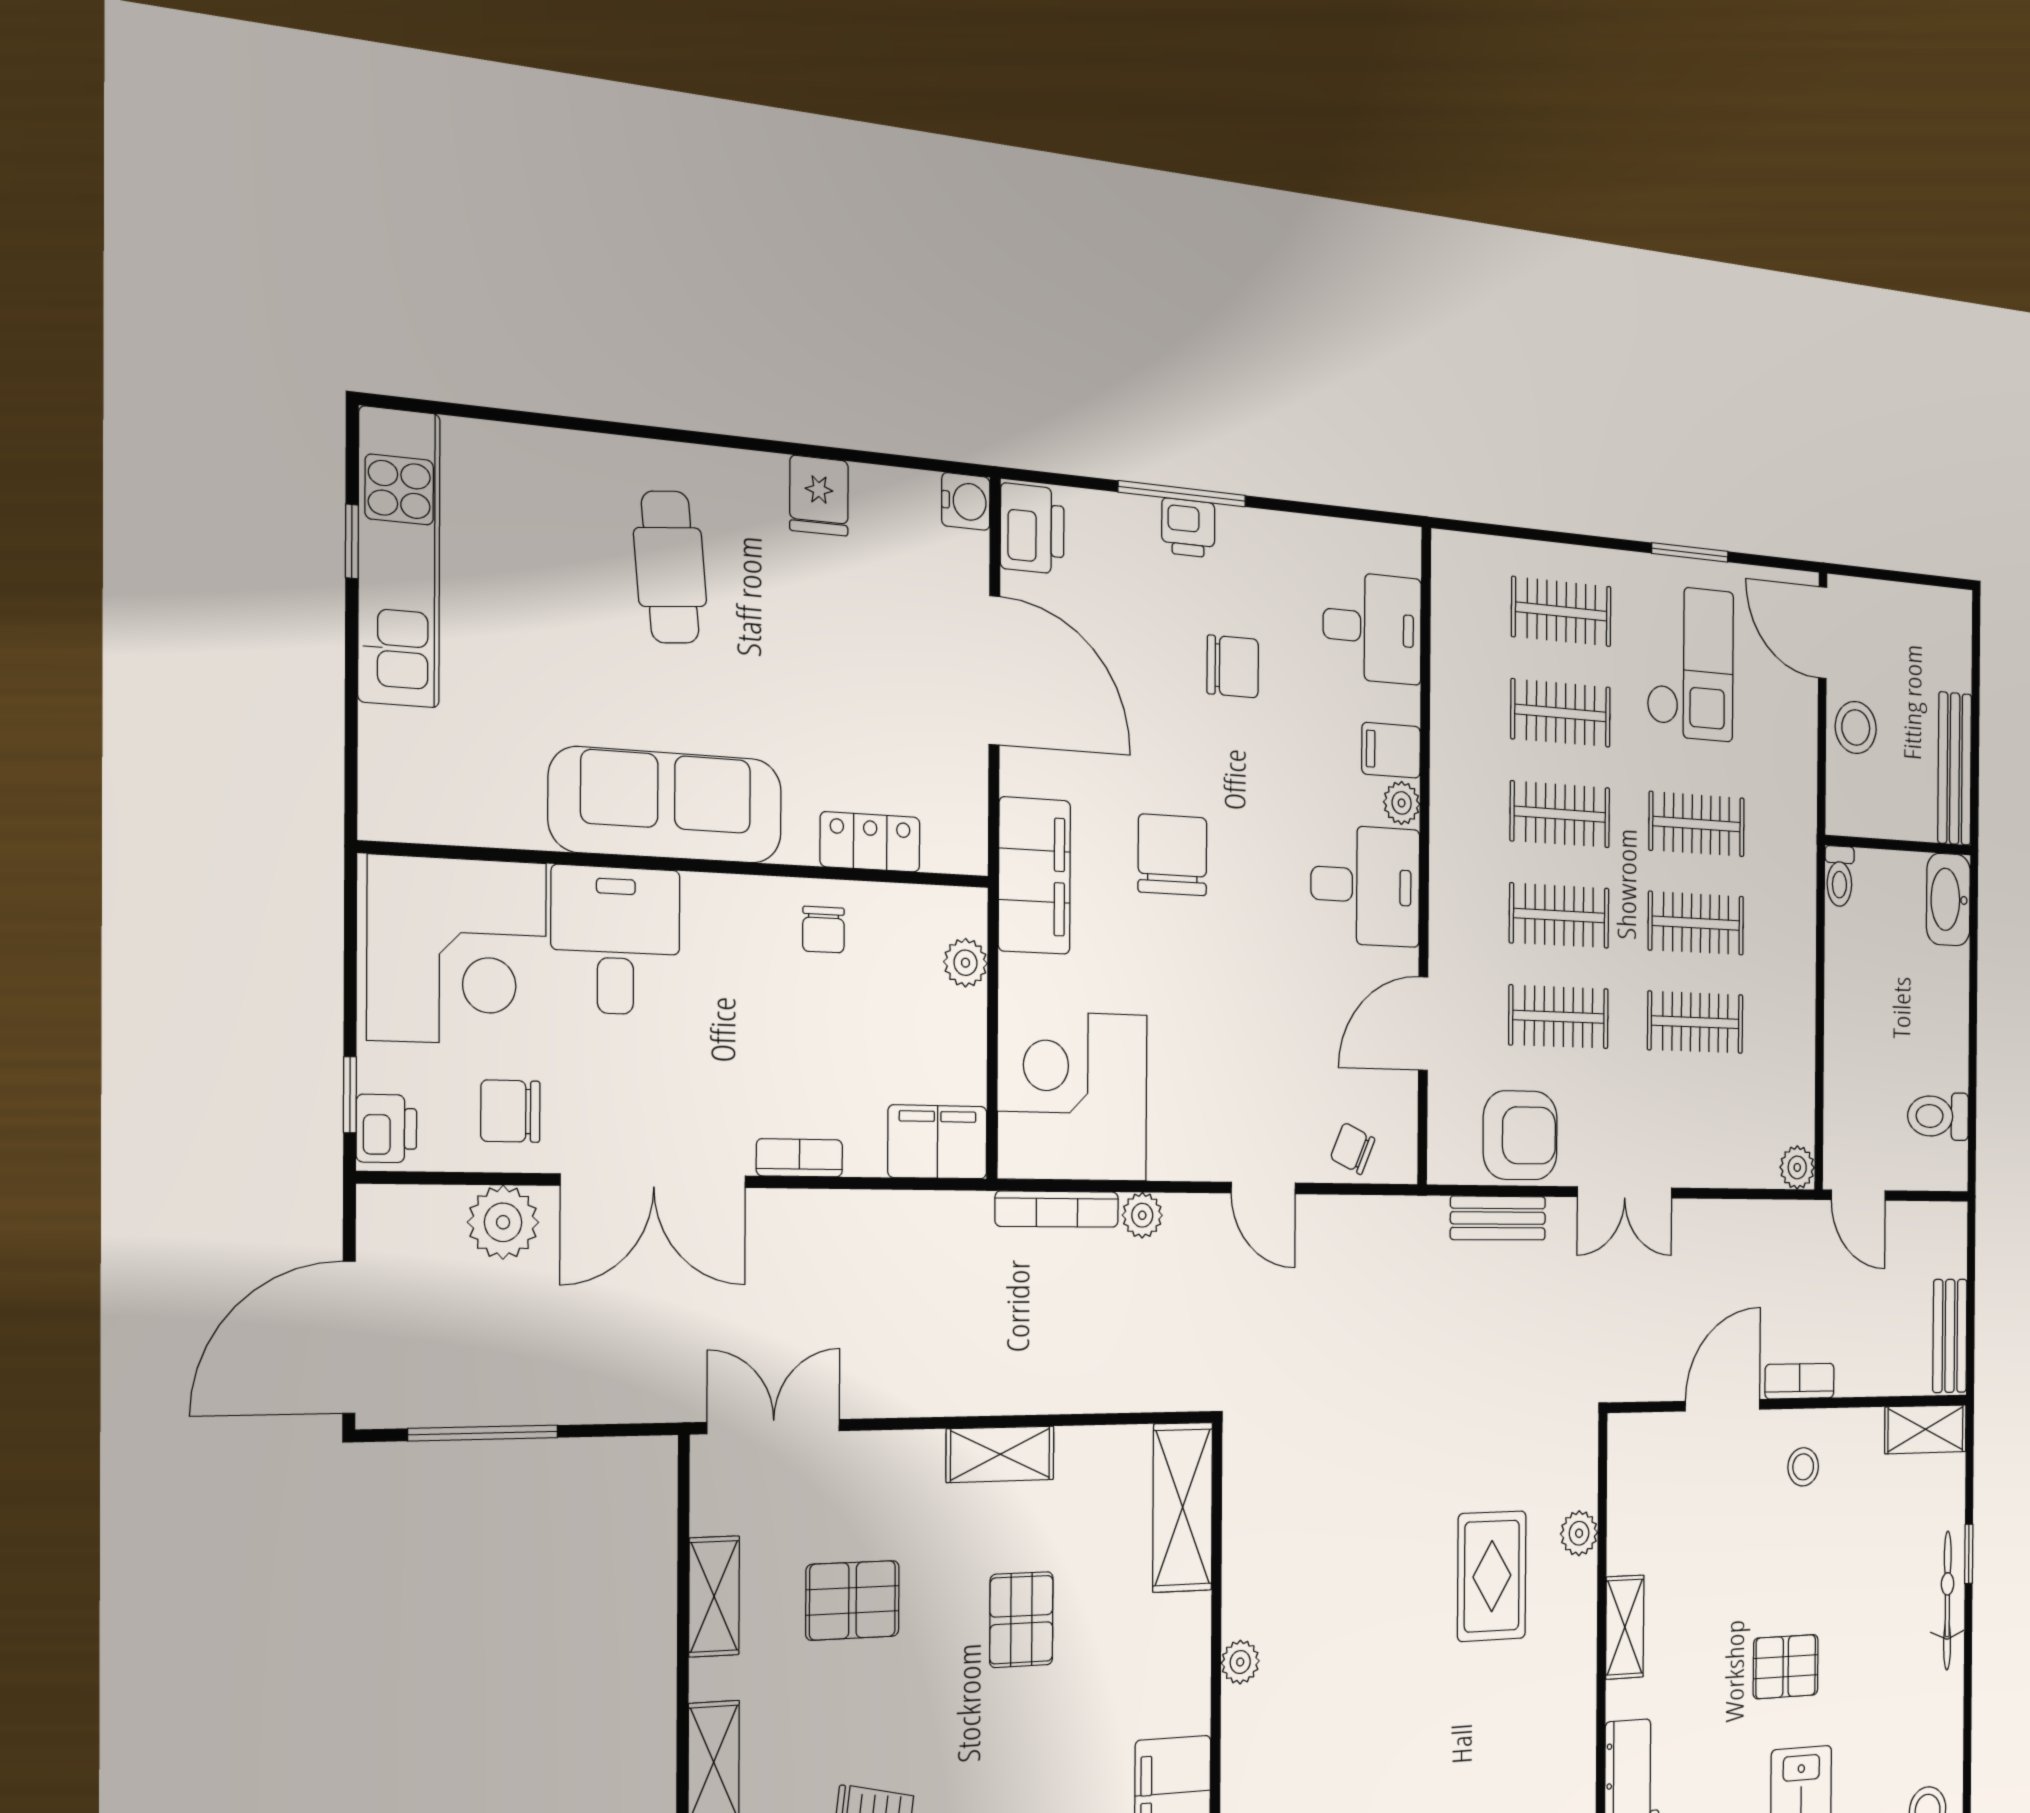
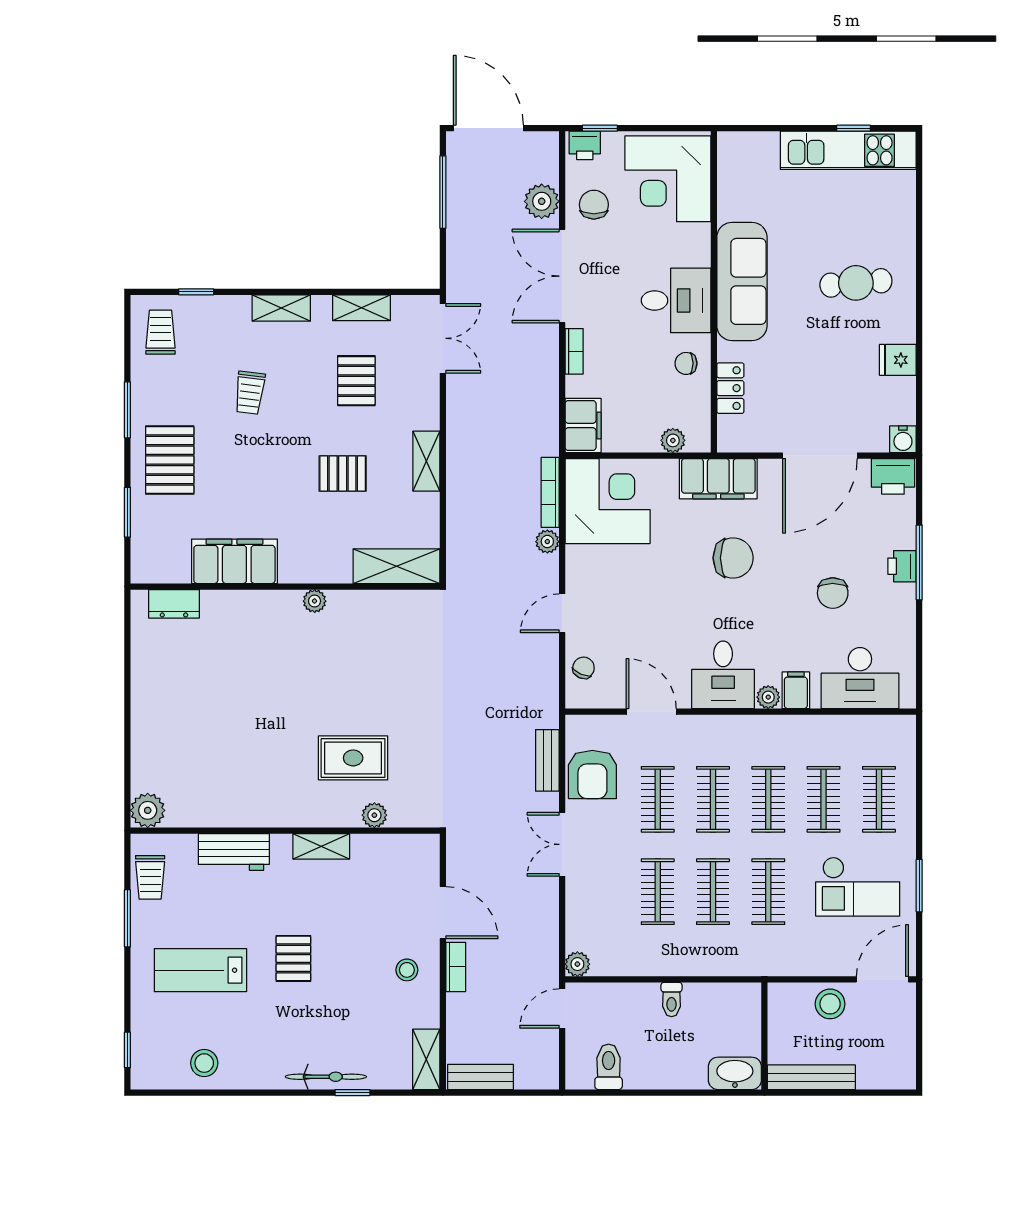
desk: (1372, 628) -> (860, 678), width x1.37
toilet: (1839, 876) -> (672, 1000), moved, turned -90
desk: (616, 941) -> (676, 300), moved

